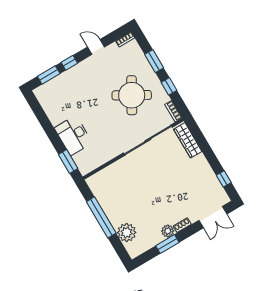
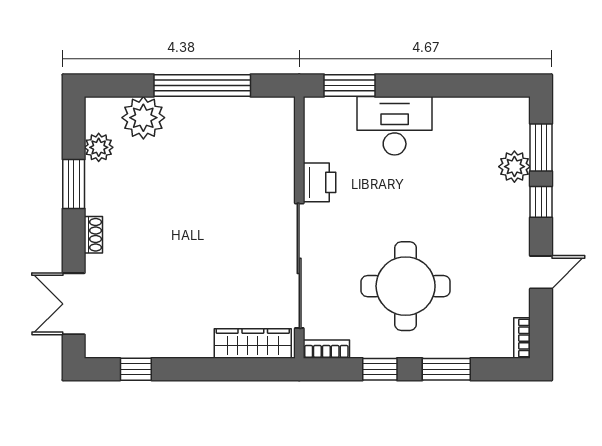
plant: (62, 81) -> (514, 167), added
round table: (132, 95) -> (406, 286), turned -30
printer: (112, 151) -> (319, 182), added
plant: (168, 231) -> (99, 147), moved

